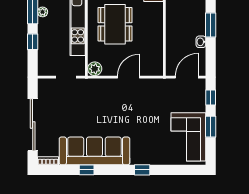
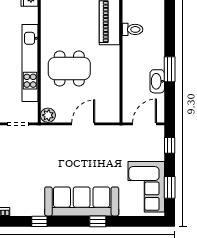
dining table: (115, 24) -> (69, 69), turned 90
washbasin: (201, 42) -> (157, 81), width x1.91, depth x1.45
window: (211, 127) -> (170, 187), moved
sofa: (94, 151) -> (82, 201), moved

